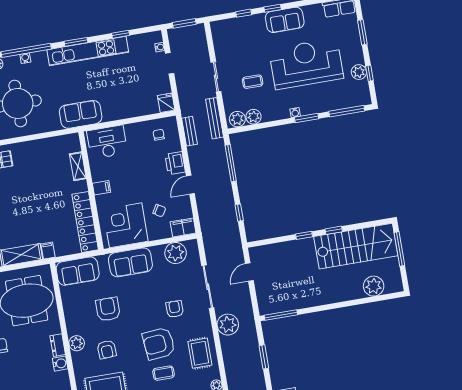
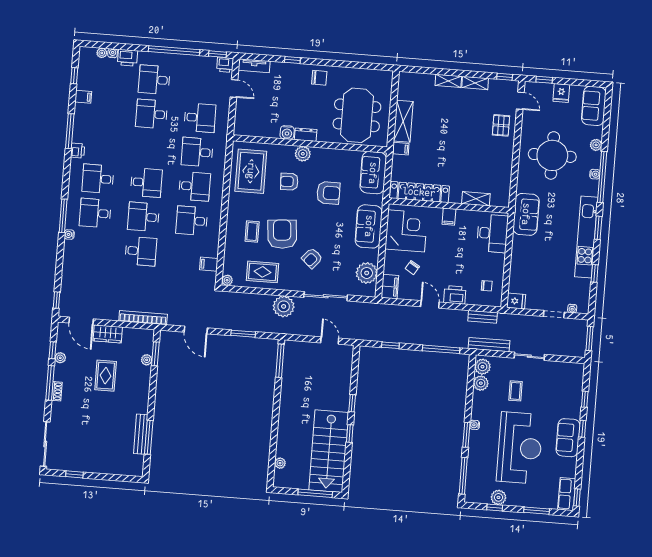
plant: (374, 286) -> (280, 463), width x0.53, depth x0.53
armchair: (175, 309) -> (312, 258), turned 131

